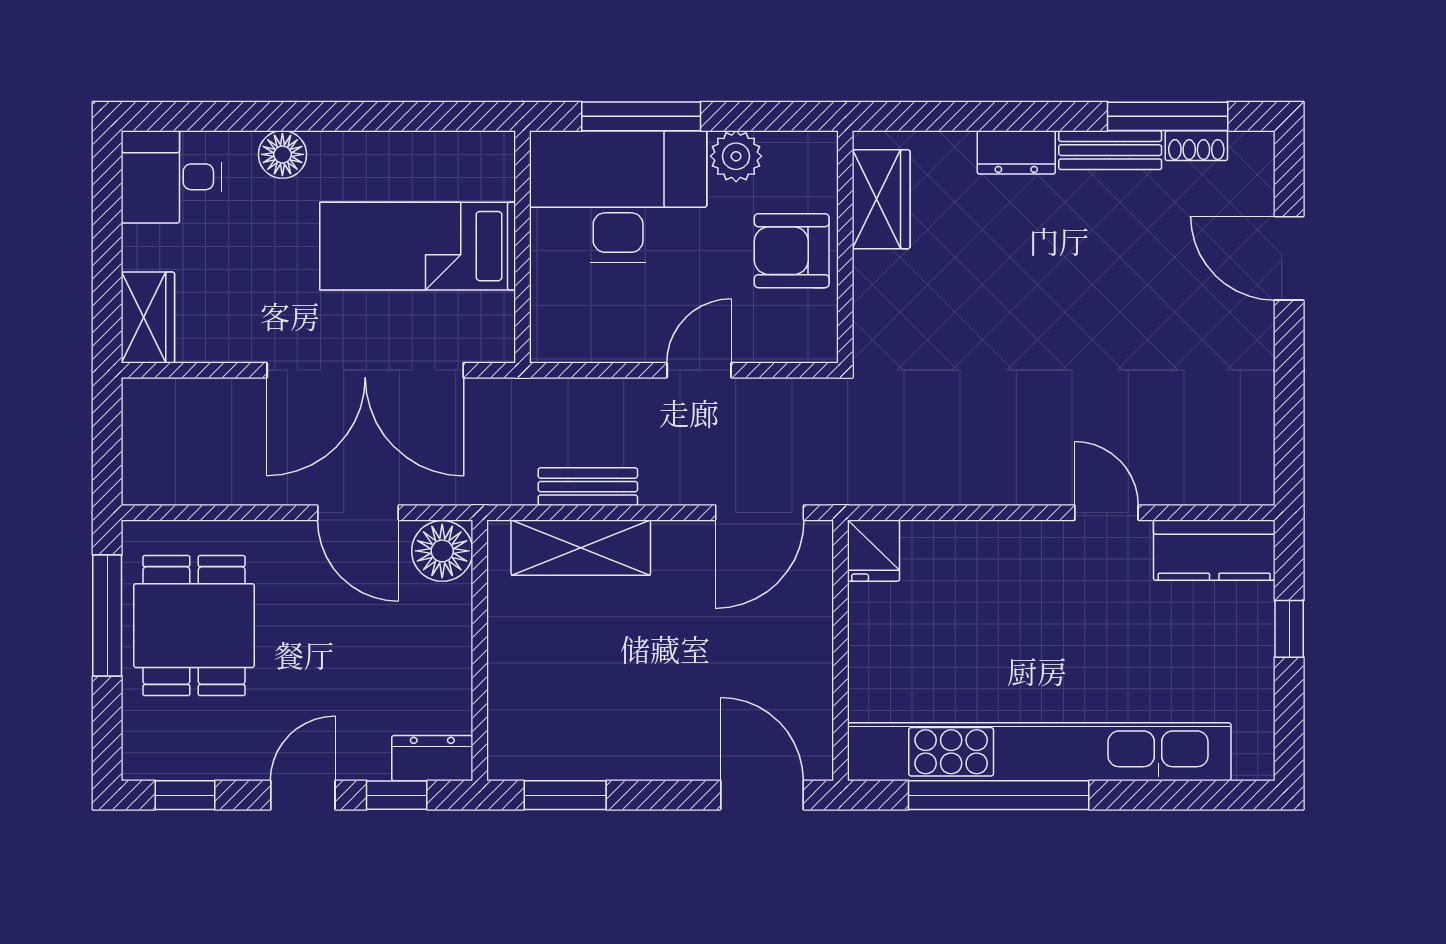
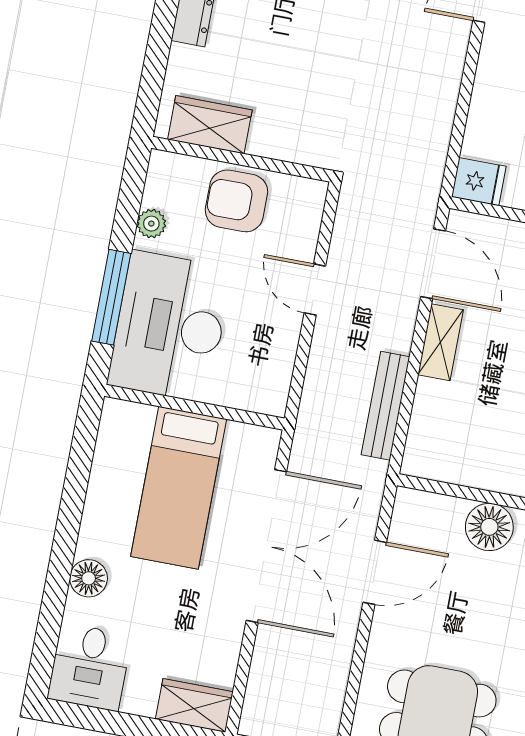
plant: (736, 156) -> (151, 224), width x0.73, depth x0.73
armchair: (792, 251) -> (236, 201), turned 90
bench: (588, 487) -> (386, 406), width x1.36
shelving: (581, 548) -> (441, 342), moved, width x0.67, depth x0.75
floor lamp: (442, 551) -> (489, 527), moved

